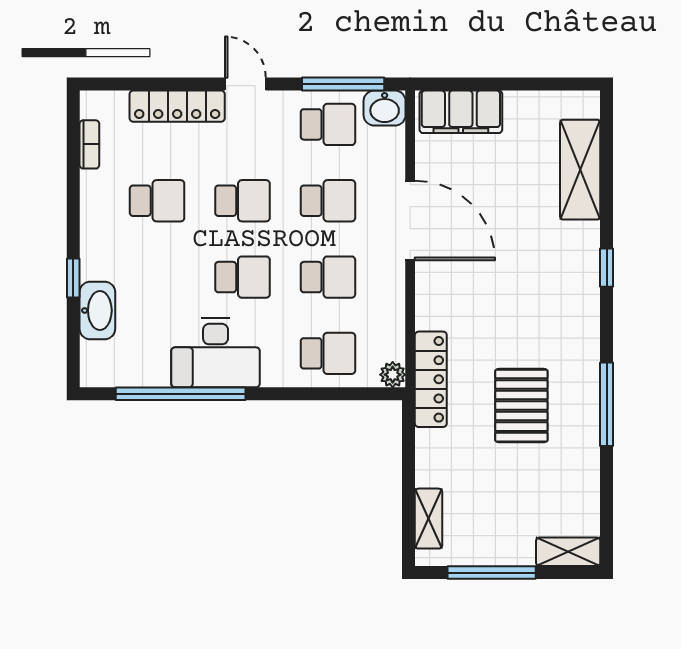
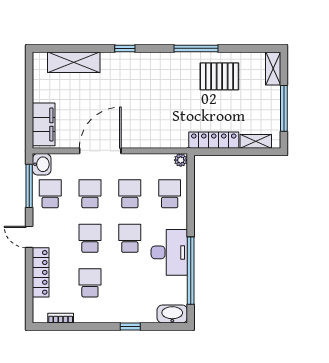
door: (245, 84) -> (29, 237), hinge flipped
washbasin: (97, 310) -> (172, 314), moved
locker: (431, 379) -> (214, 140), moved
pallet: (521, 406) -> (219, 76), moved

